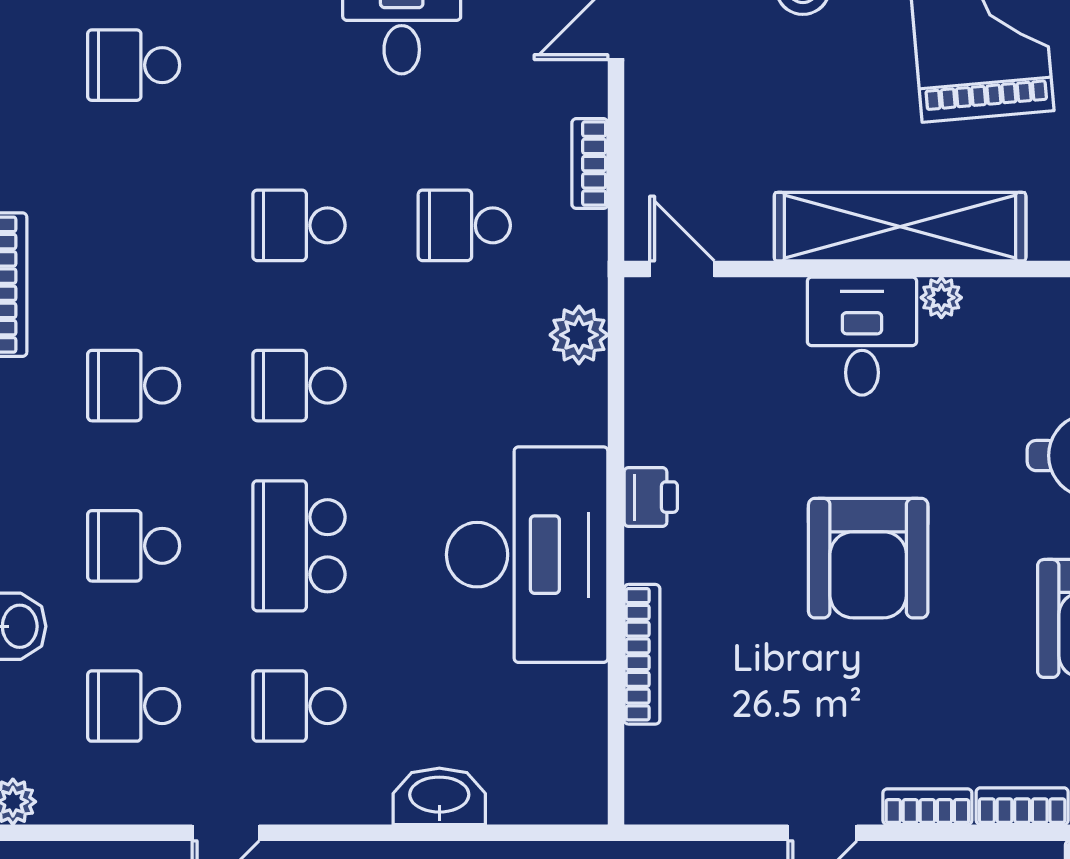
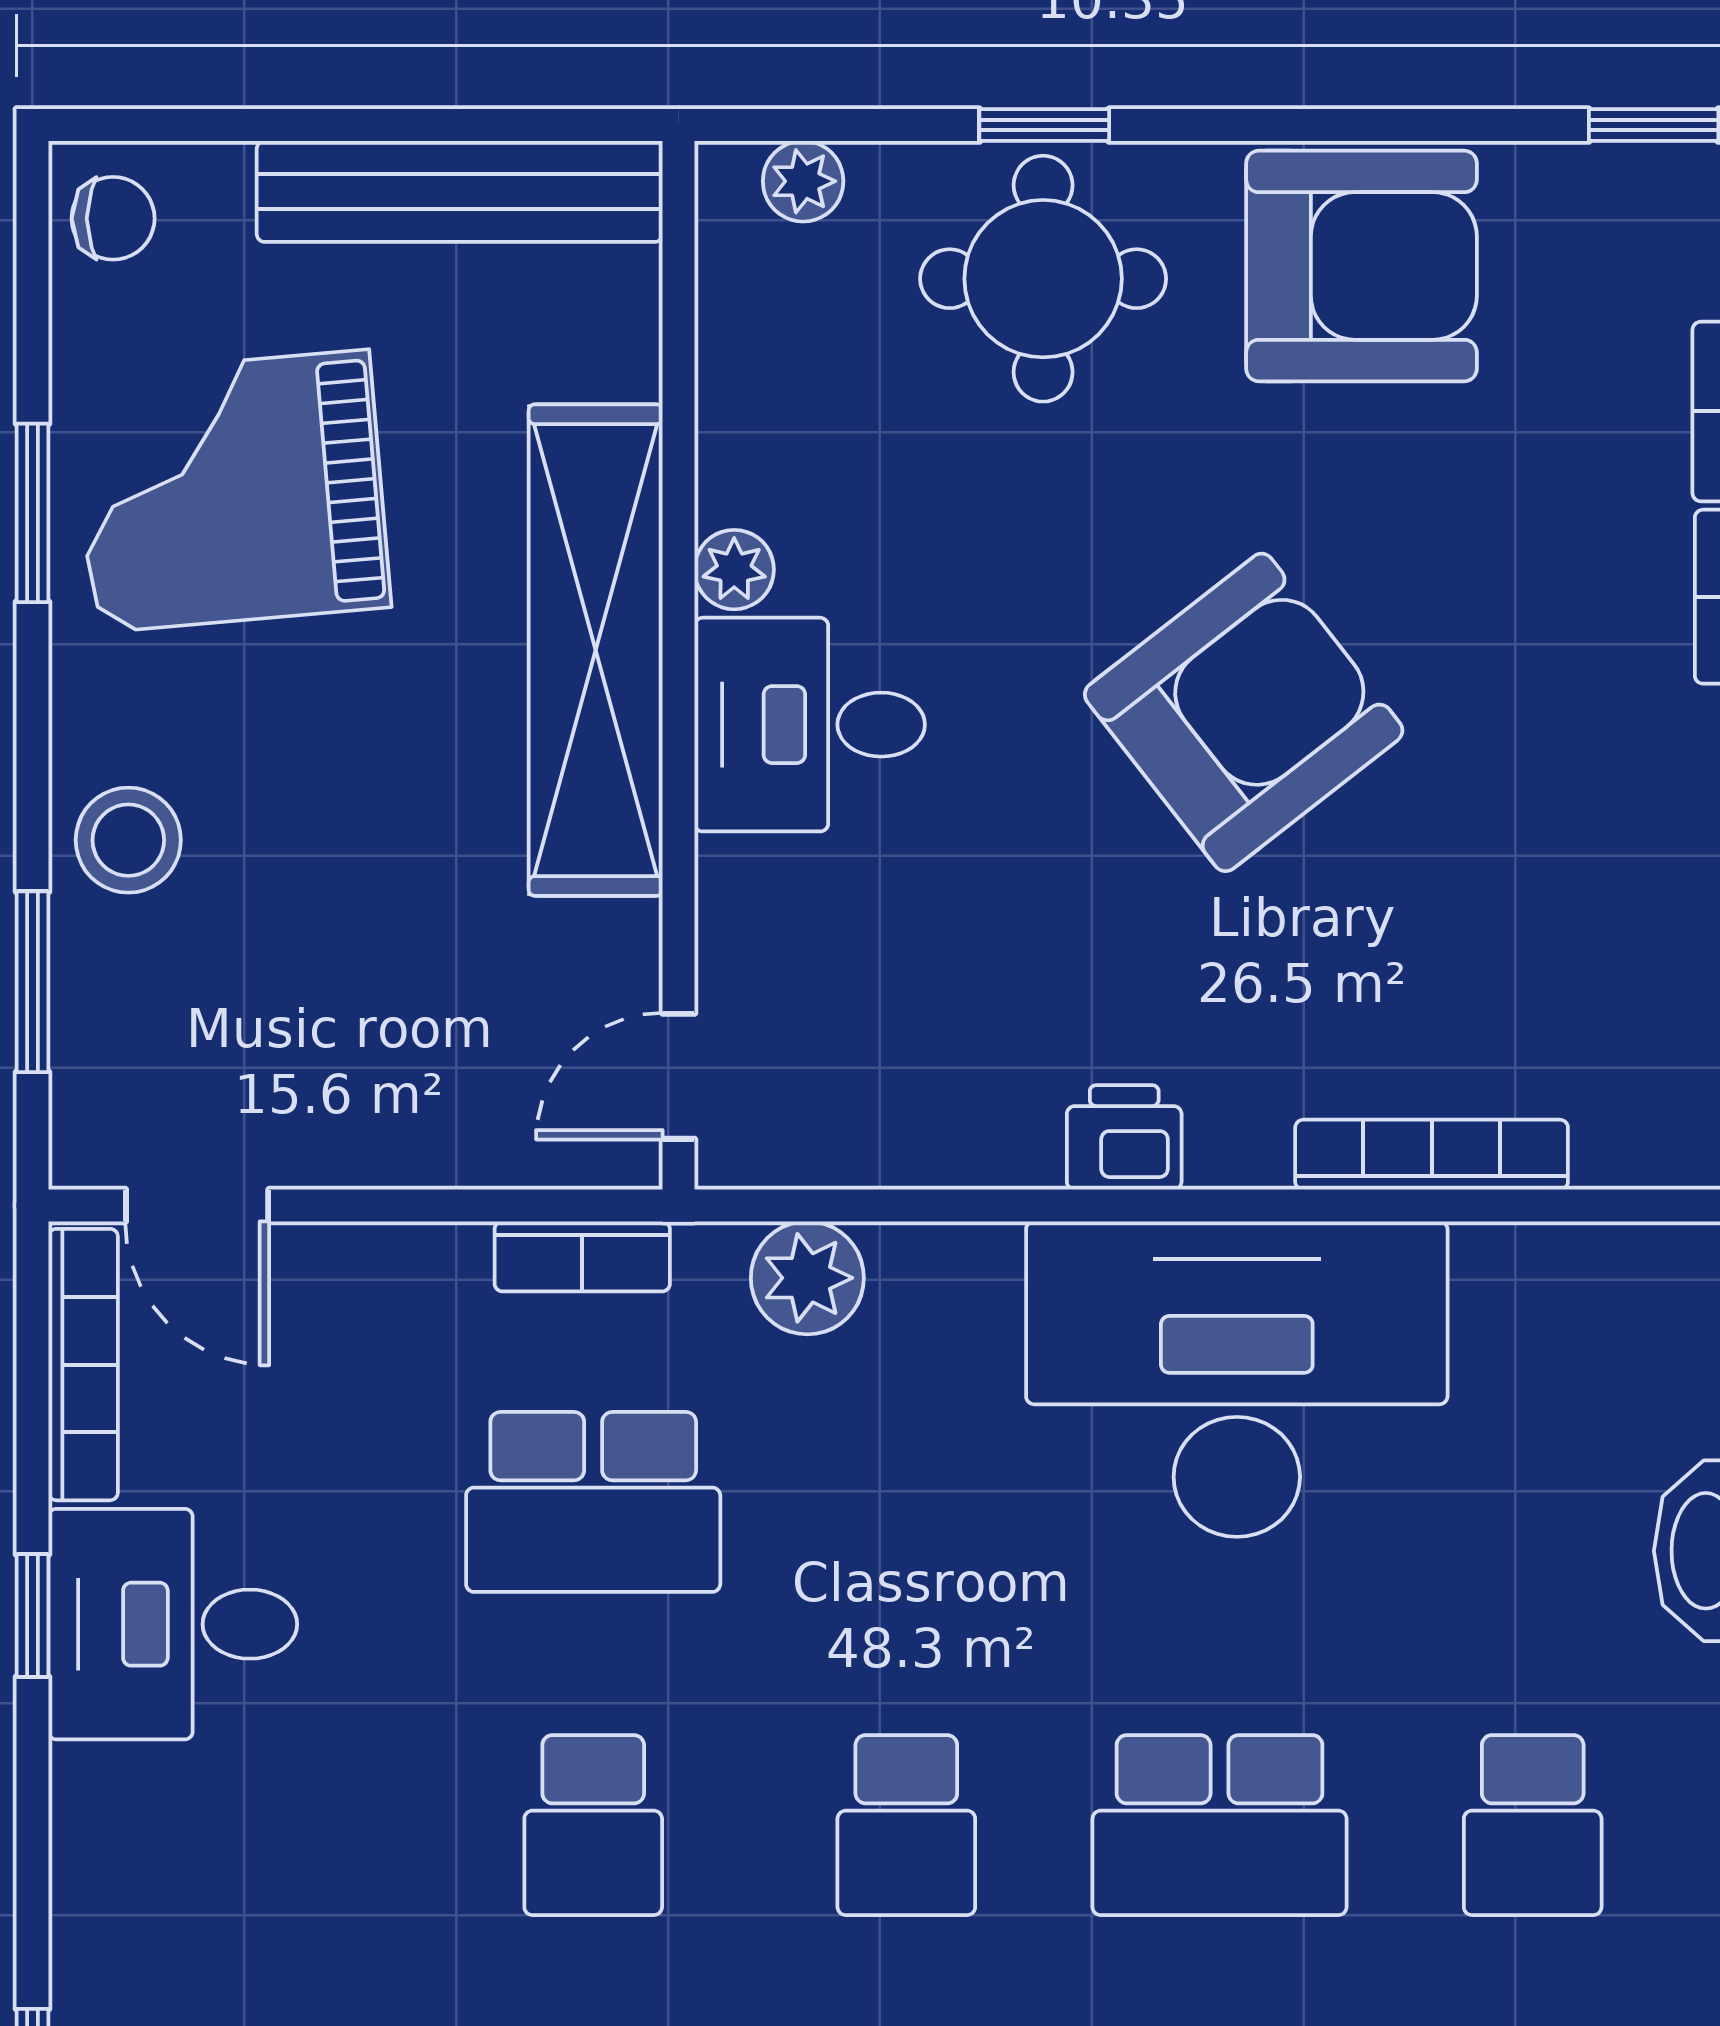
bookcase: (590, 164) -> (582, 1256), moved
school desk: (464, 225) -> (593, 1502), width x1.85
armchair: (868, 558) -> (1244, 712), turned -38

